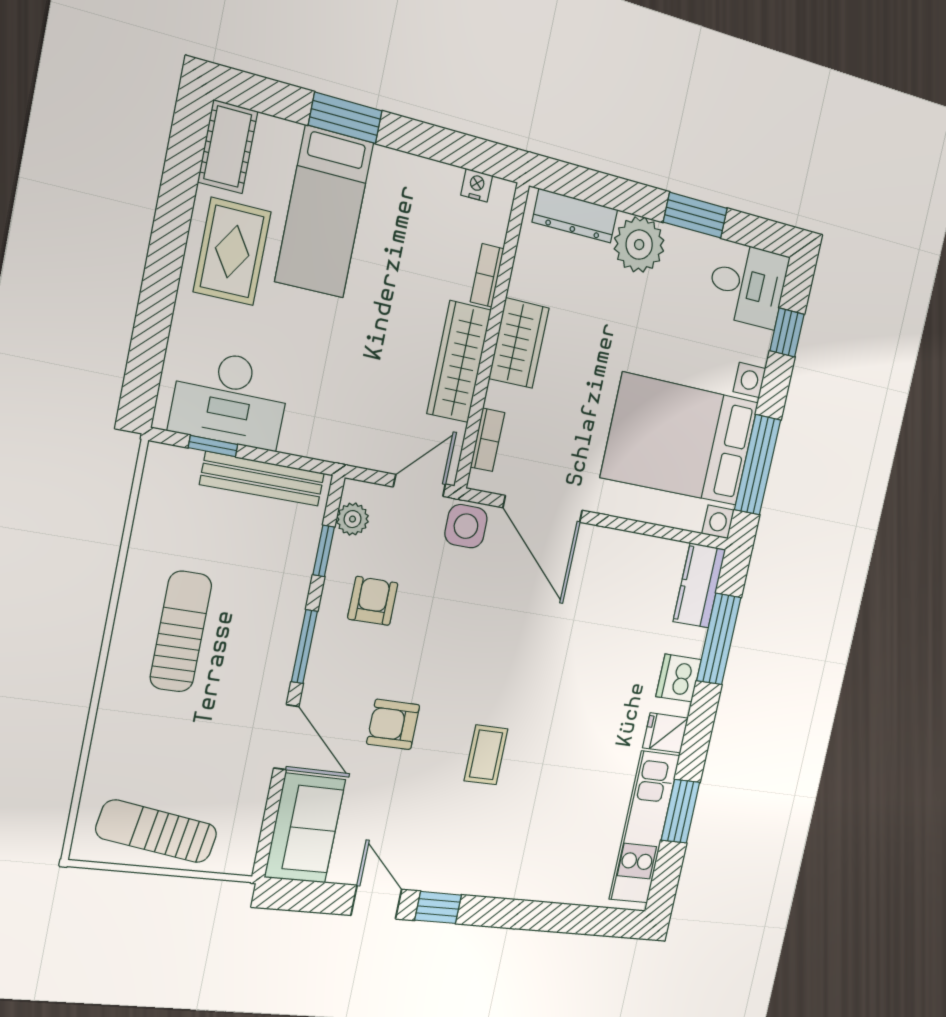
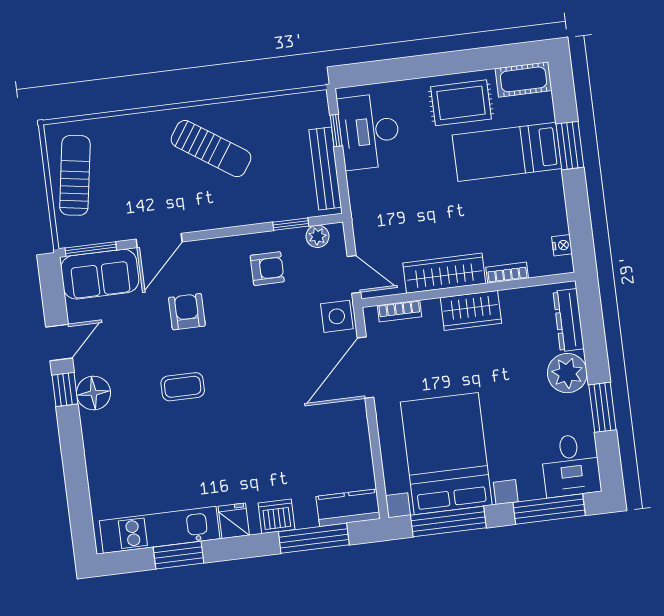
window: (787, 332) -> (549, 509), width x2.17
sun lounger: (181, 632) -> (211, 149), turned 34
window: (304, 647) -> (91, 249), moved
floor lamp: (455, 872) -> (93, 393), added

